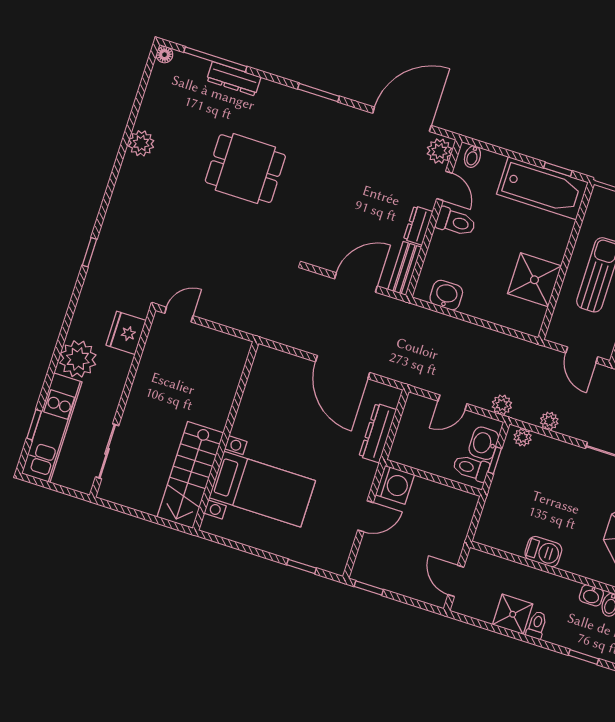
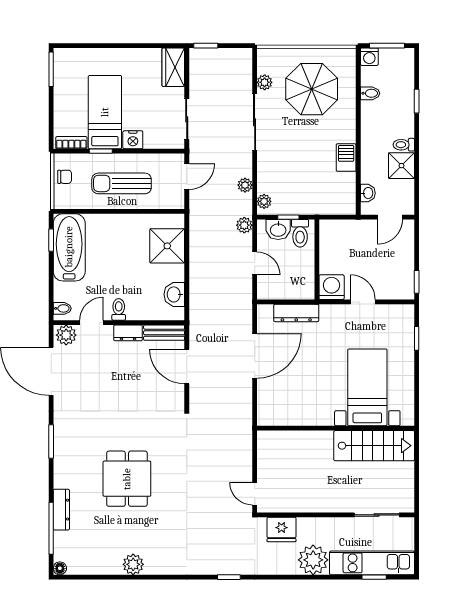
toilet: (456, 222) -> (119, 309), width x0.73, depth x0.72
shower: (534, 280) -> (167, 246), moved
washbasin: (591, 595) -> (368, 193), moved

